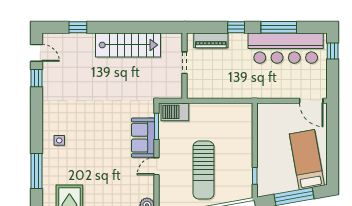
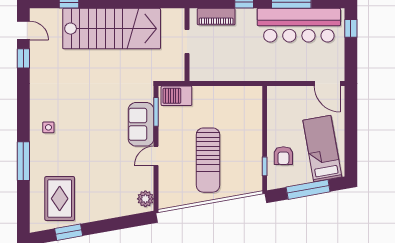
stairs: (128, 45) -> (112, 29), width x1.36, depth x1.51
armchair: (272, 166) -> (283, 156), added

